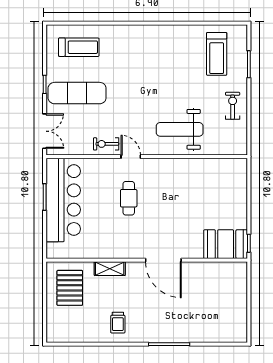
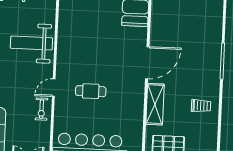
weight bench: (180, 129) -> (31, 43), turned 90
shelving: (110, 269) -> (155, 104), width x1.50, depth x1.33

